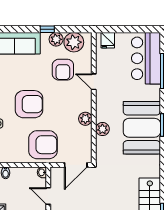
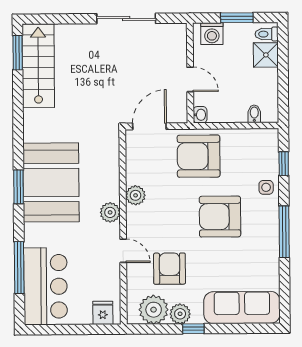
plant: (102, 129) -> (110, 212), moved

